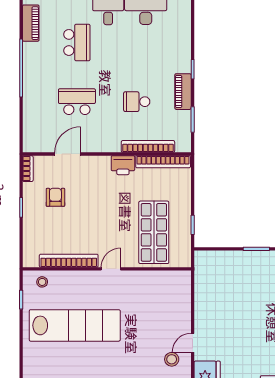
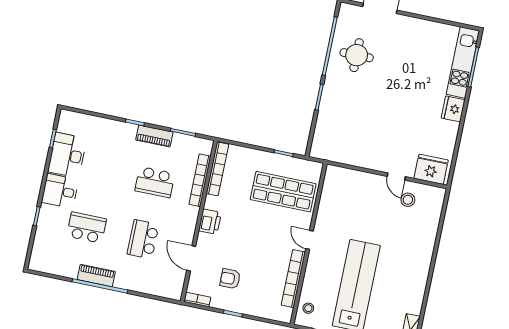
piano: (31, 23) -> (96, 276), moved
school desk: (137, 102) -> (155, 182), width x1.85
printer: (123, 165) -> (210, 222), moved

